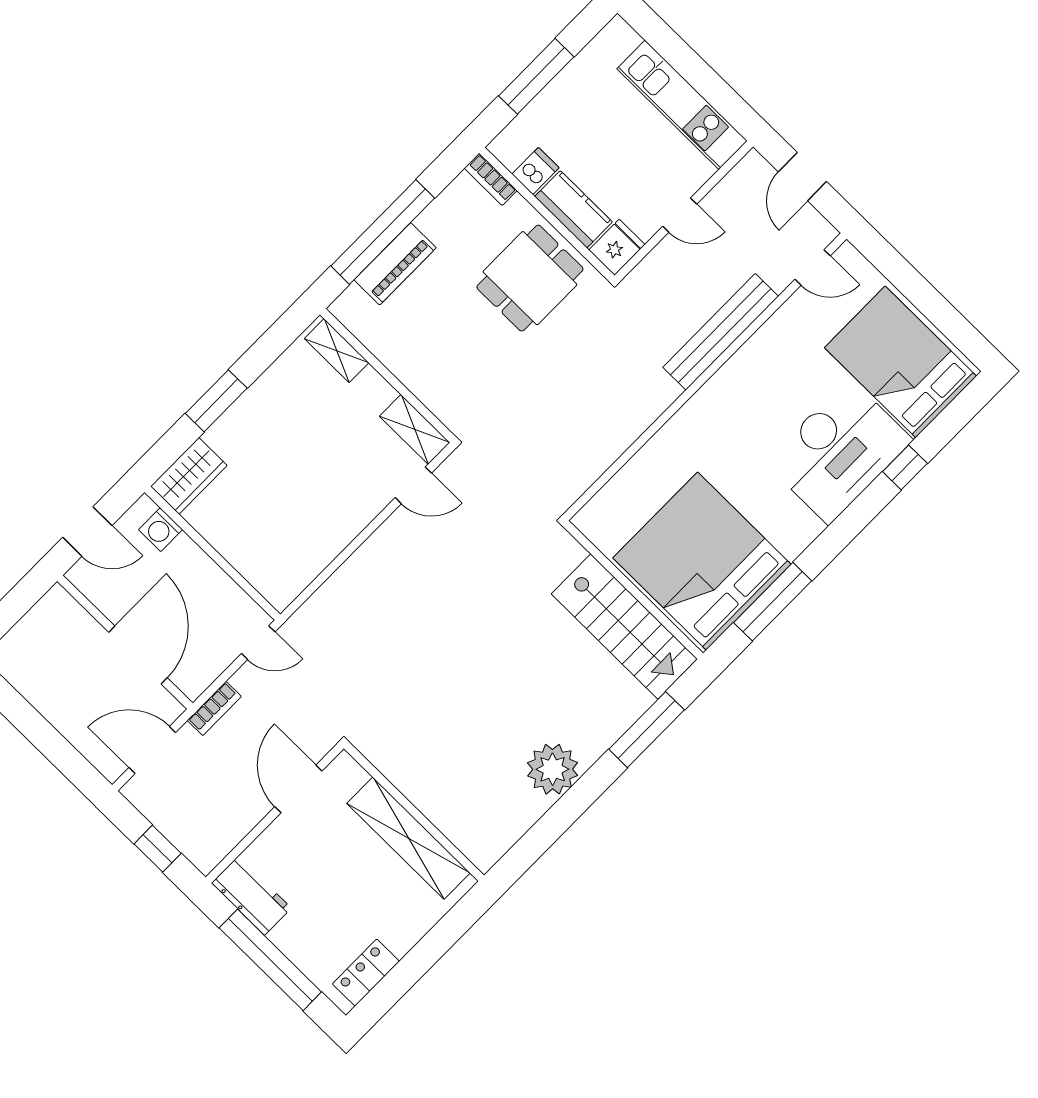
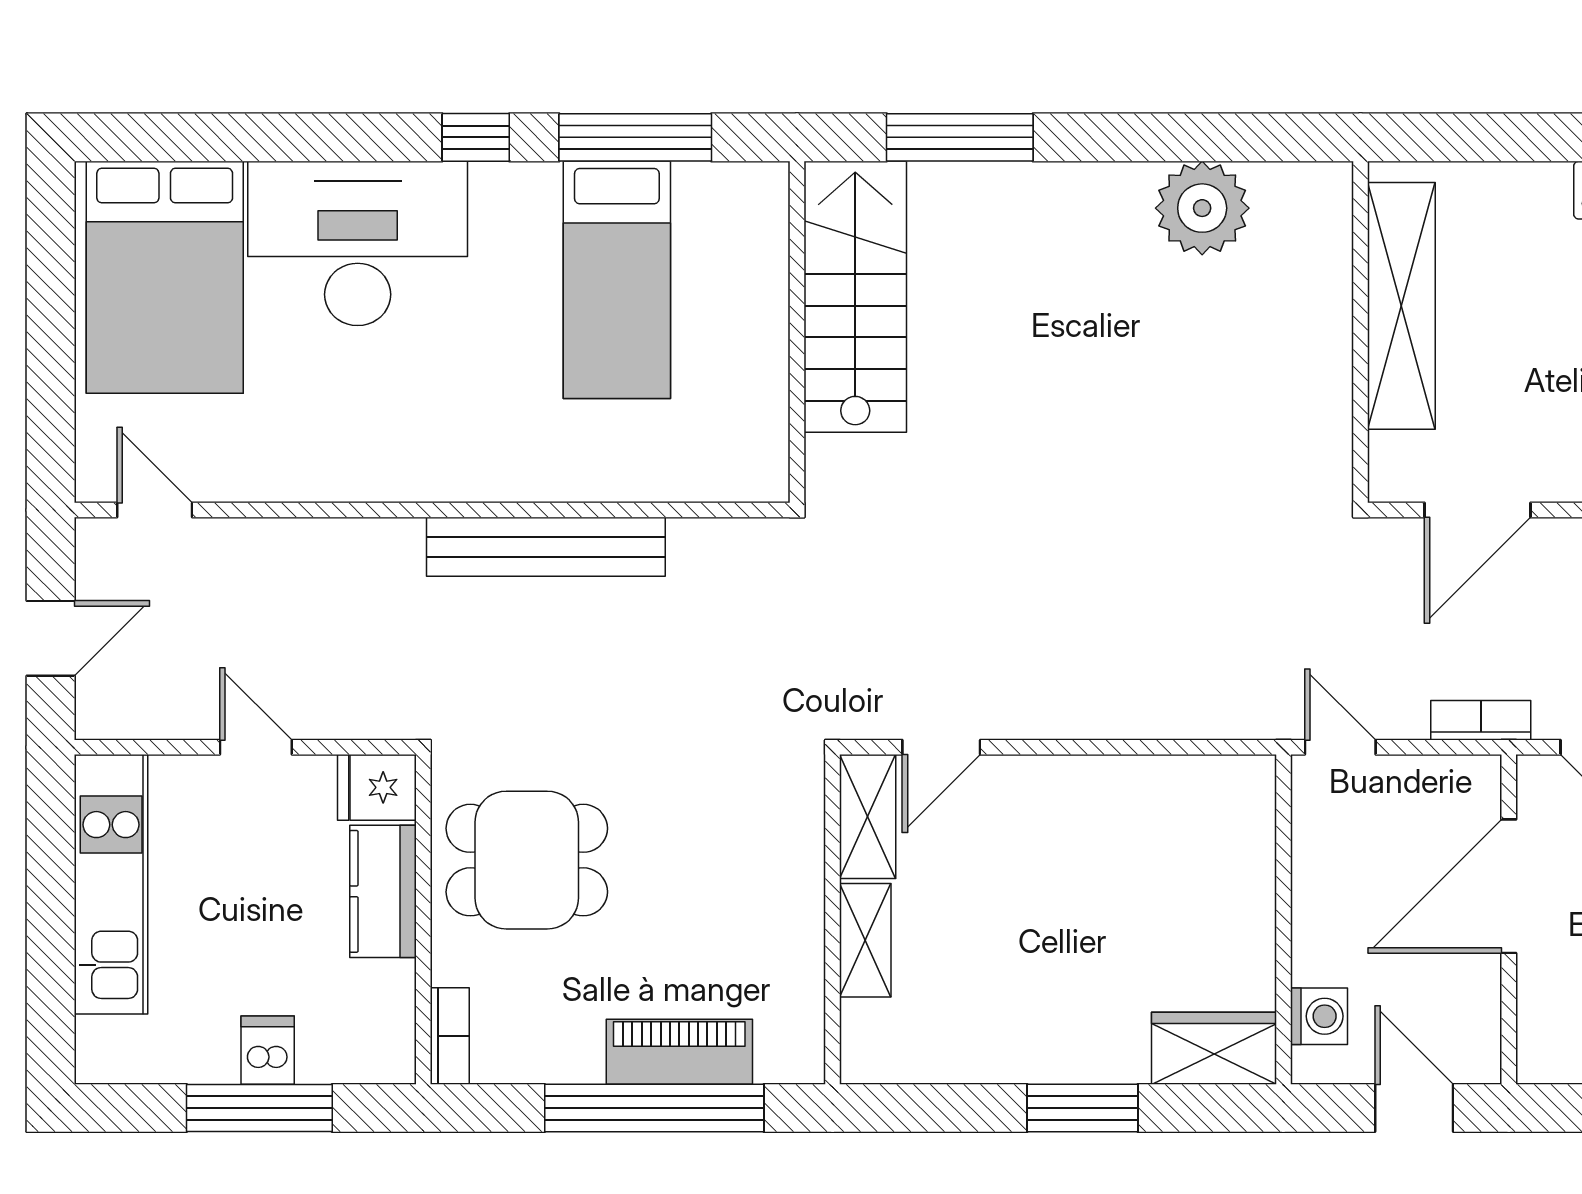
dishwasher: (535, 171) -> (268, 1050), moved, turned 90
bench: (721, 332) -> (546, 547), moved
shelving: (337, 351) -> (865, 940), moved
window: (905, 468) -> (476, 137), moved
door: (413, 485) -> (941, 747), swing flipped
bed: (702, 561) -> (617, 280), width x0.49
plant: (553, 769) -> (1202, 208), moved

